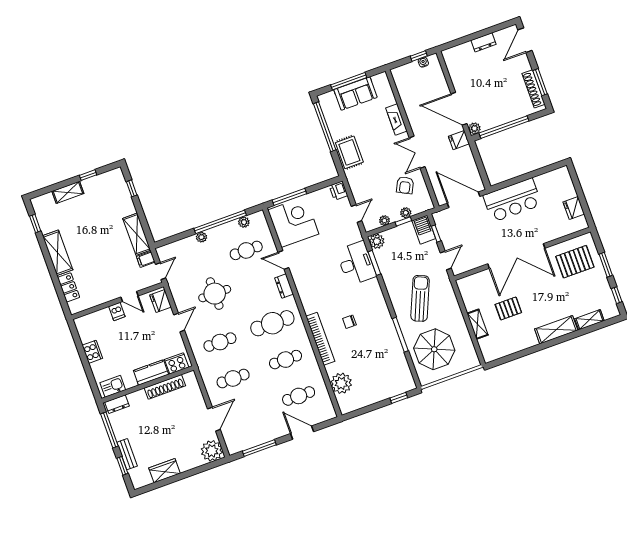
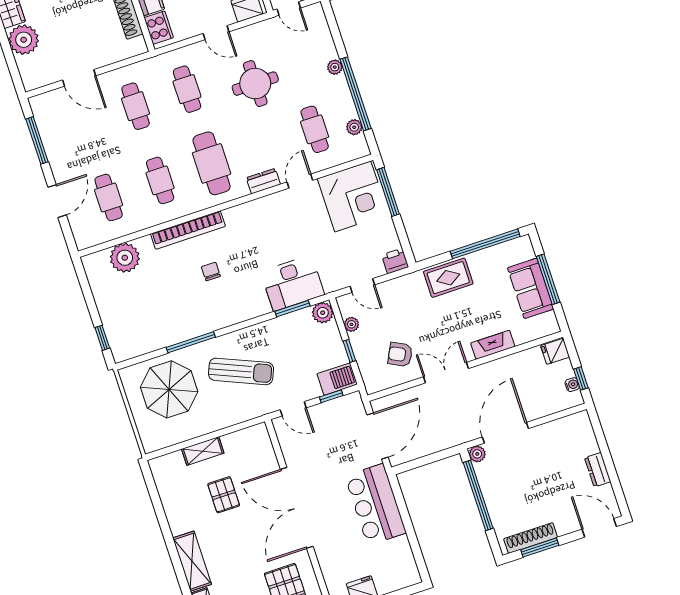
fridge: (459, 140) -> (555, 351), moved, turned -90
plant: (406, 213) -> (362, 354), removed
plant: (212, 451) -> (24, 40), moved

